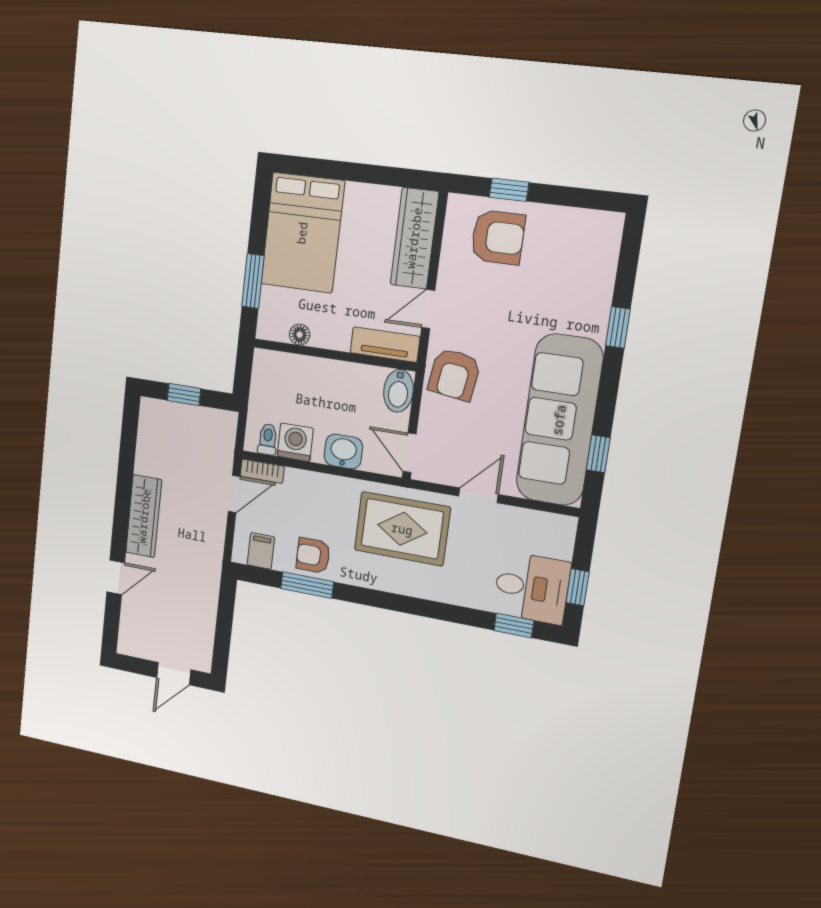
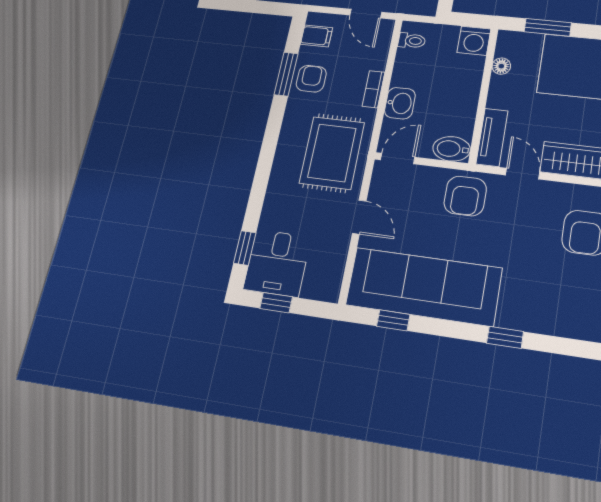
armchair: (454, 374) -> (465, 196), turned -98
washing machine: (295, 442) -> (474, 41), moved, turned 90
bookcase: (262, 471) -> (374, 89), moved

